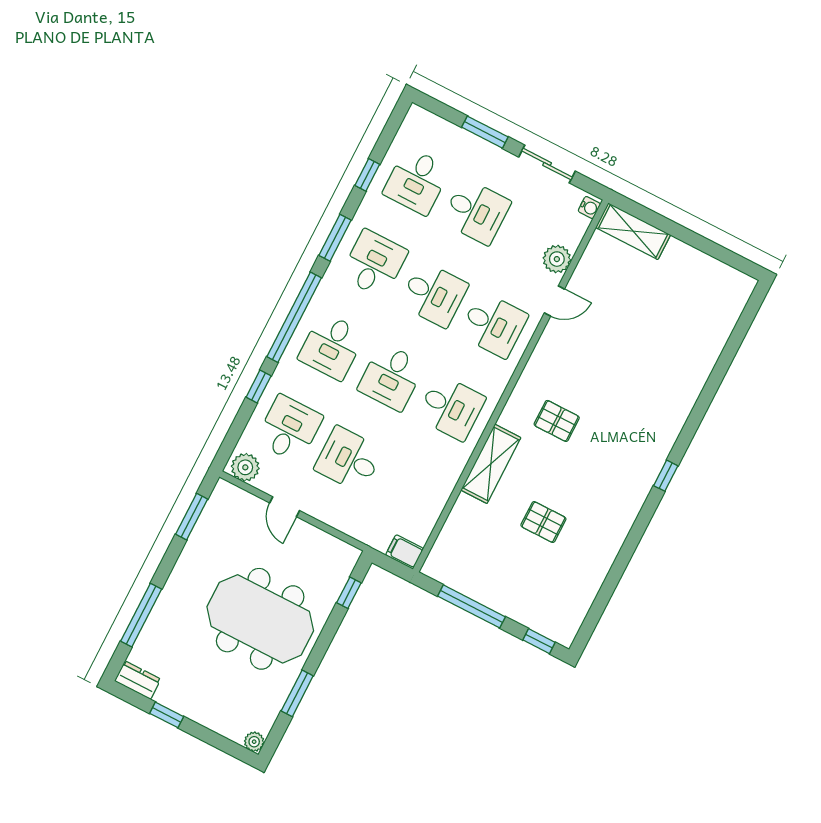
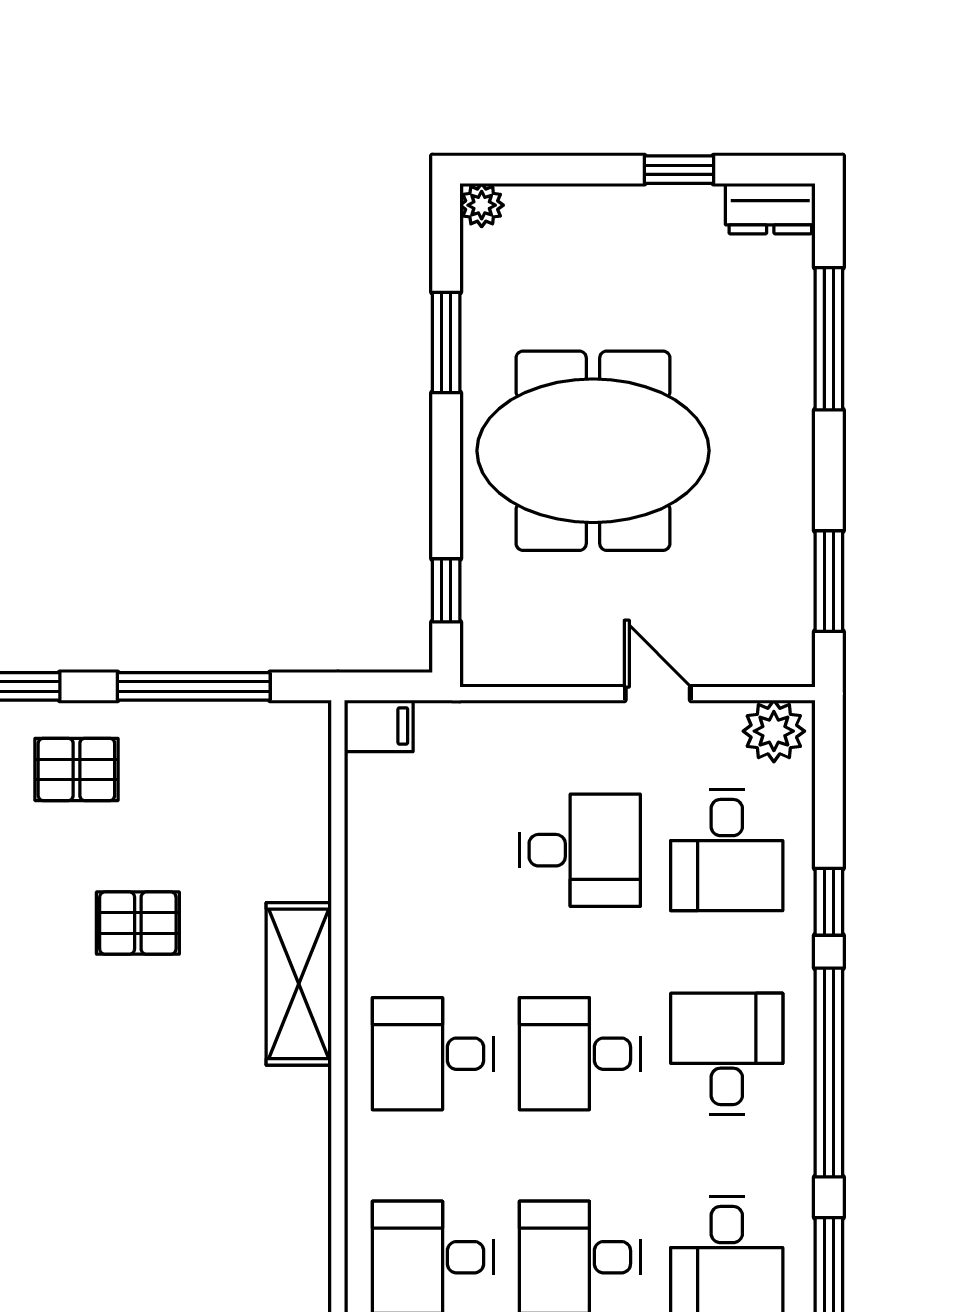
desk: (391, 377) -> (580, 1054), turned -90
pallet: (557, 421) -> (76, 769), moved

